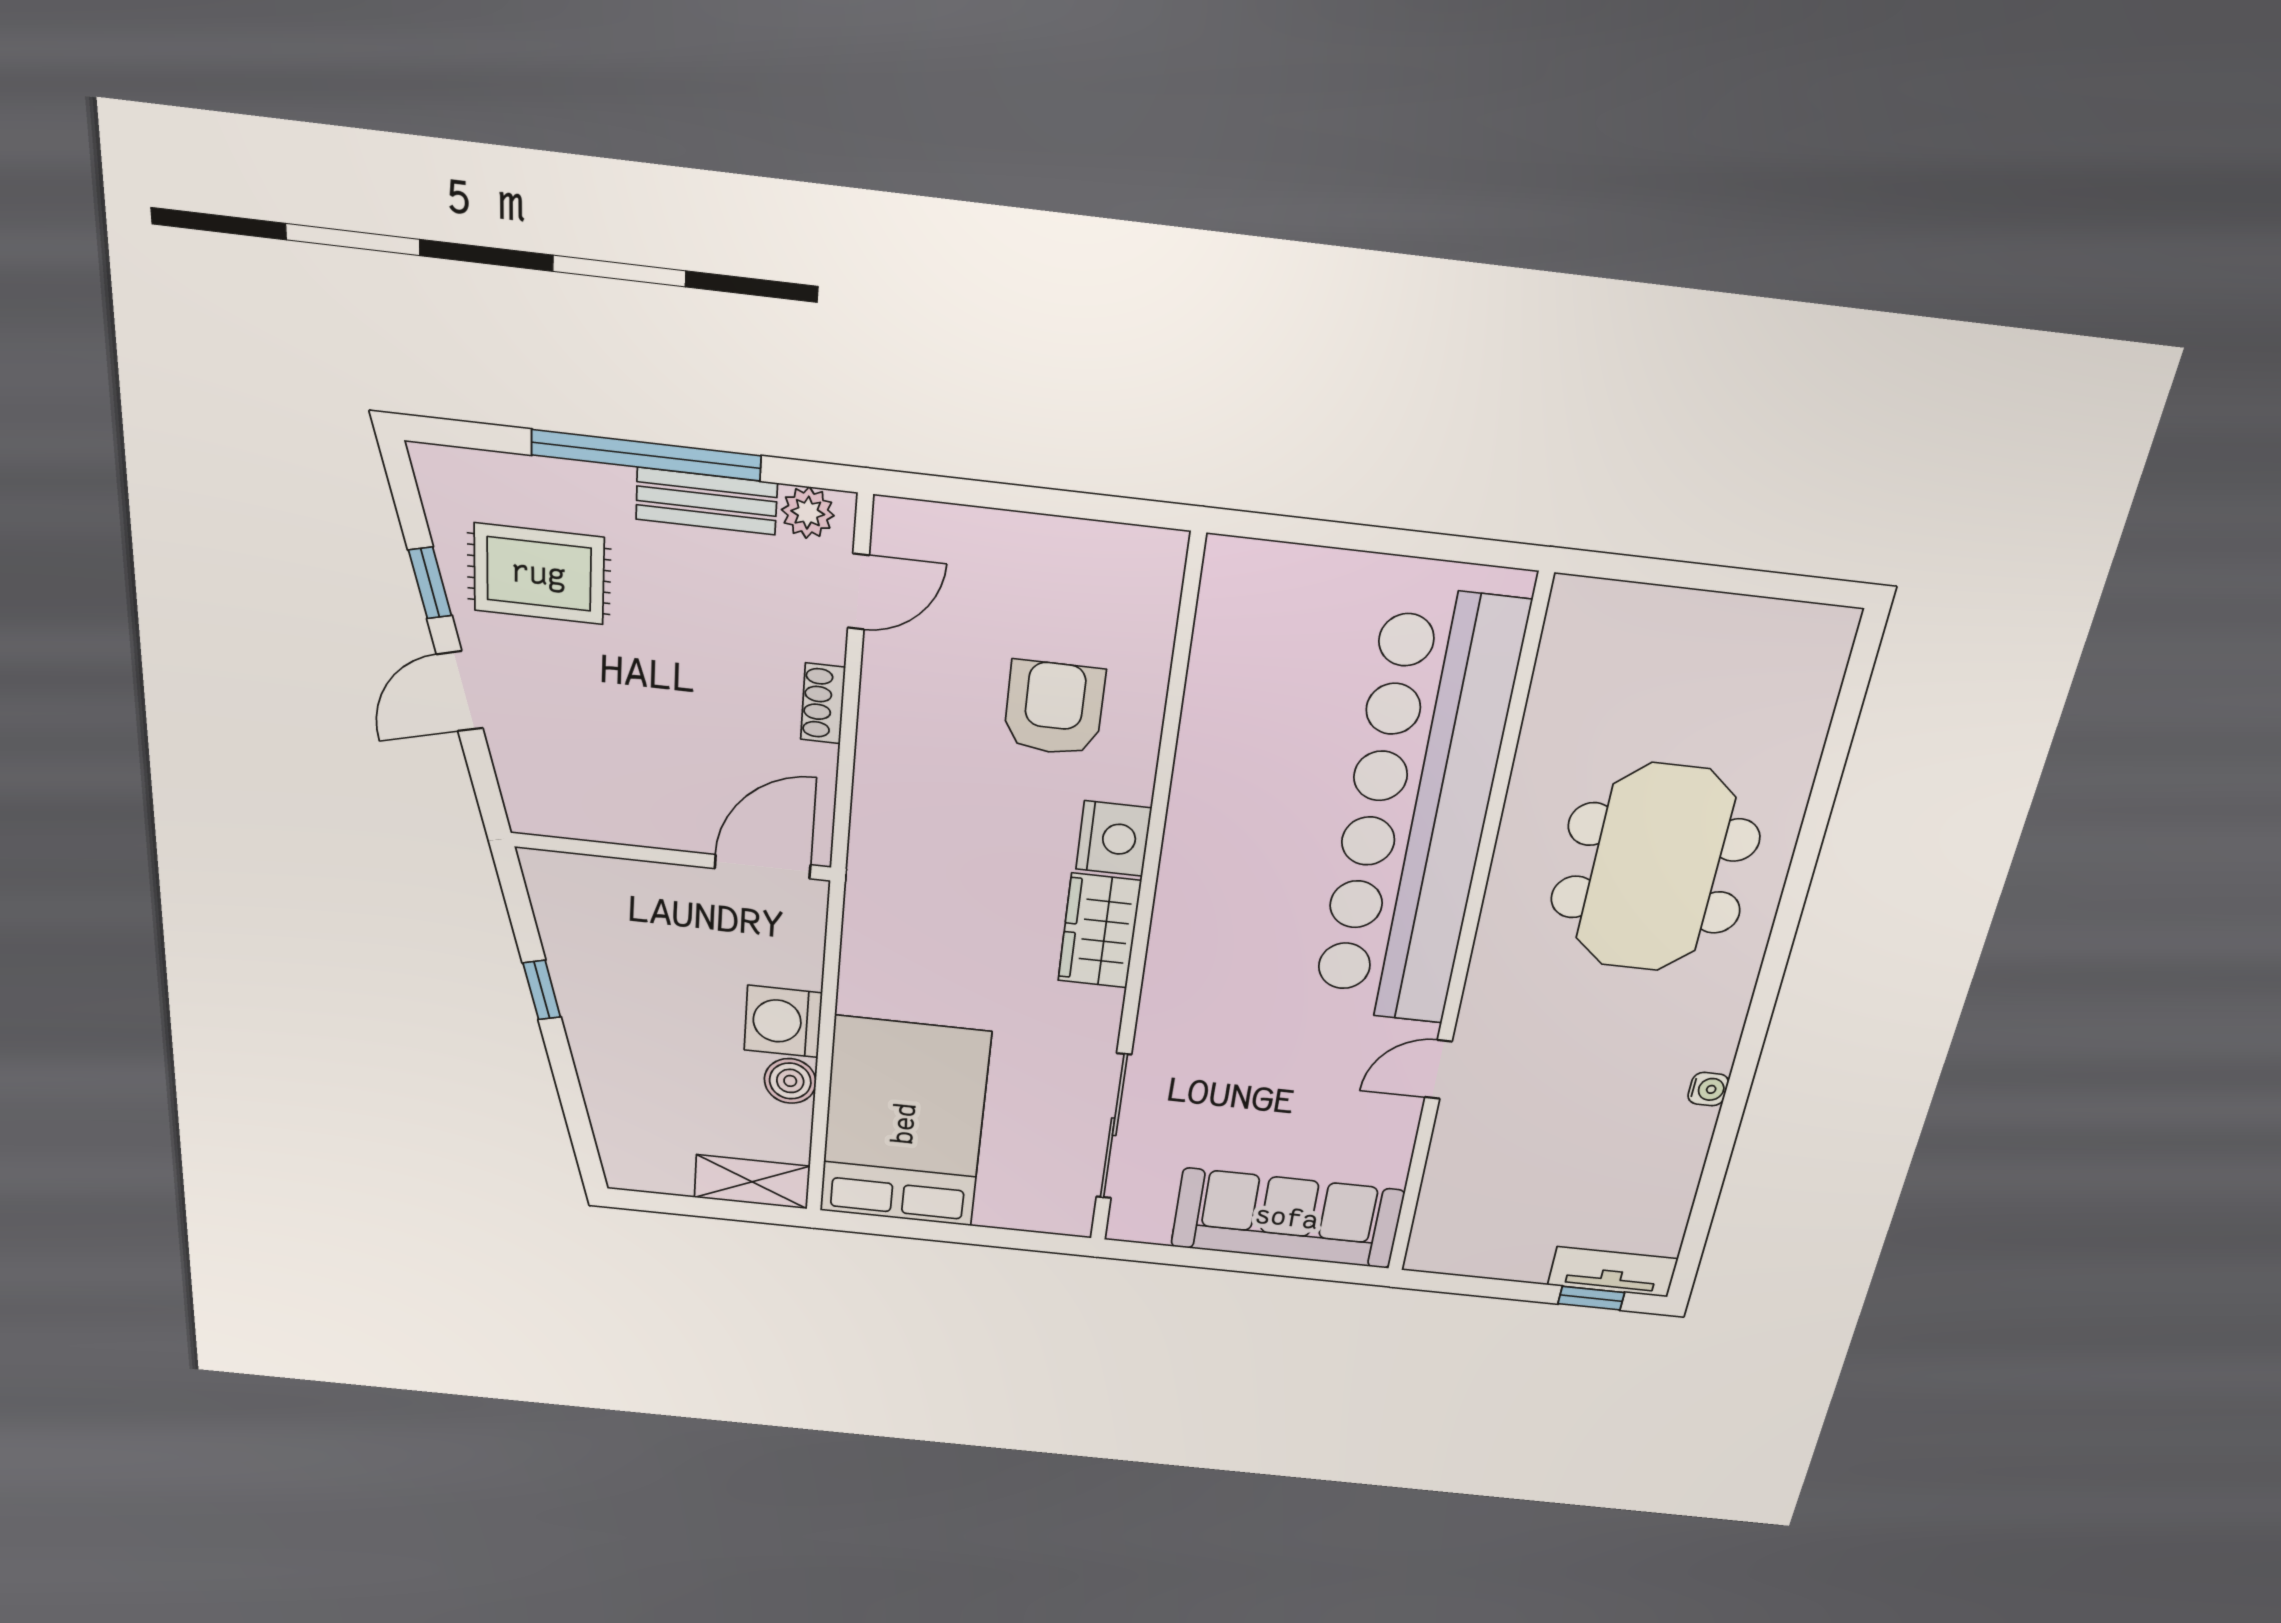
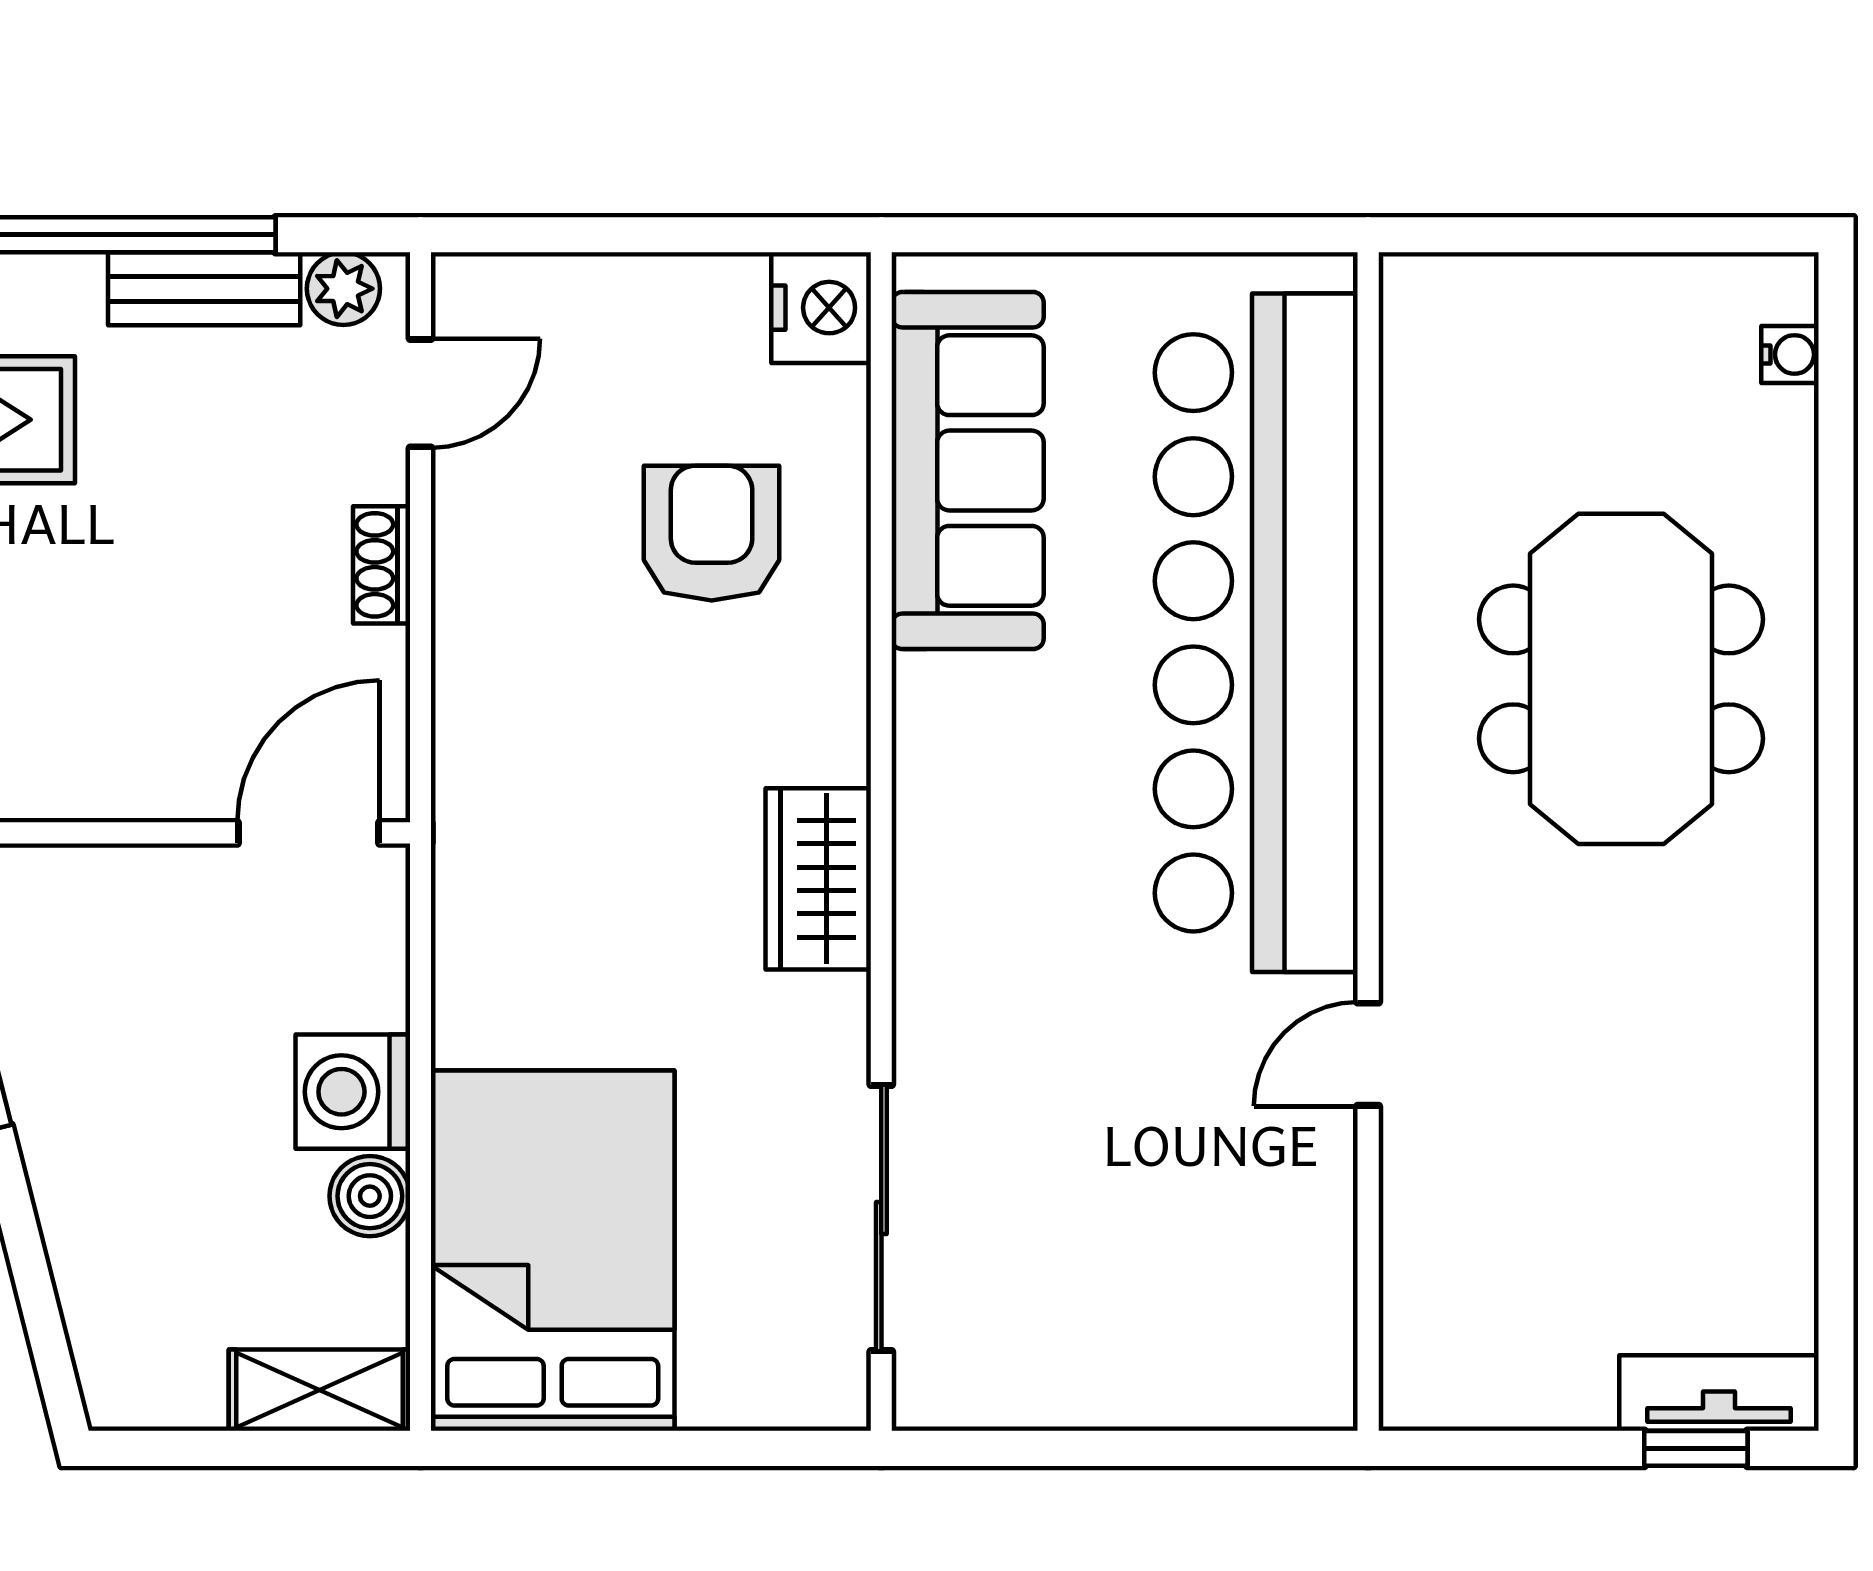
nightstand: (1114, 839) -> (821, 308), moved
water cooler: (1708, 1089) -> (1790, 354), moved
sofa: (1287, 1218) -> (968, 471), moved, turned 90

